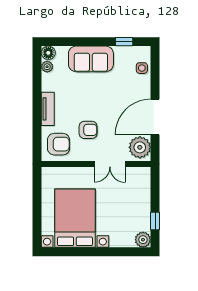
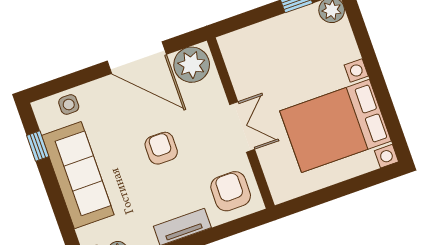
sofa: (91, 59) -> (78, 175), width x1.36
armchair: (88, 130) -> (161, 148), moved
double door: (110, 164) -> (242, 127), moved

